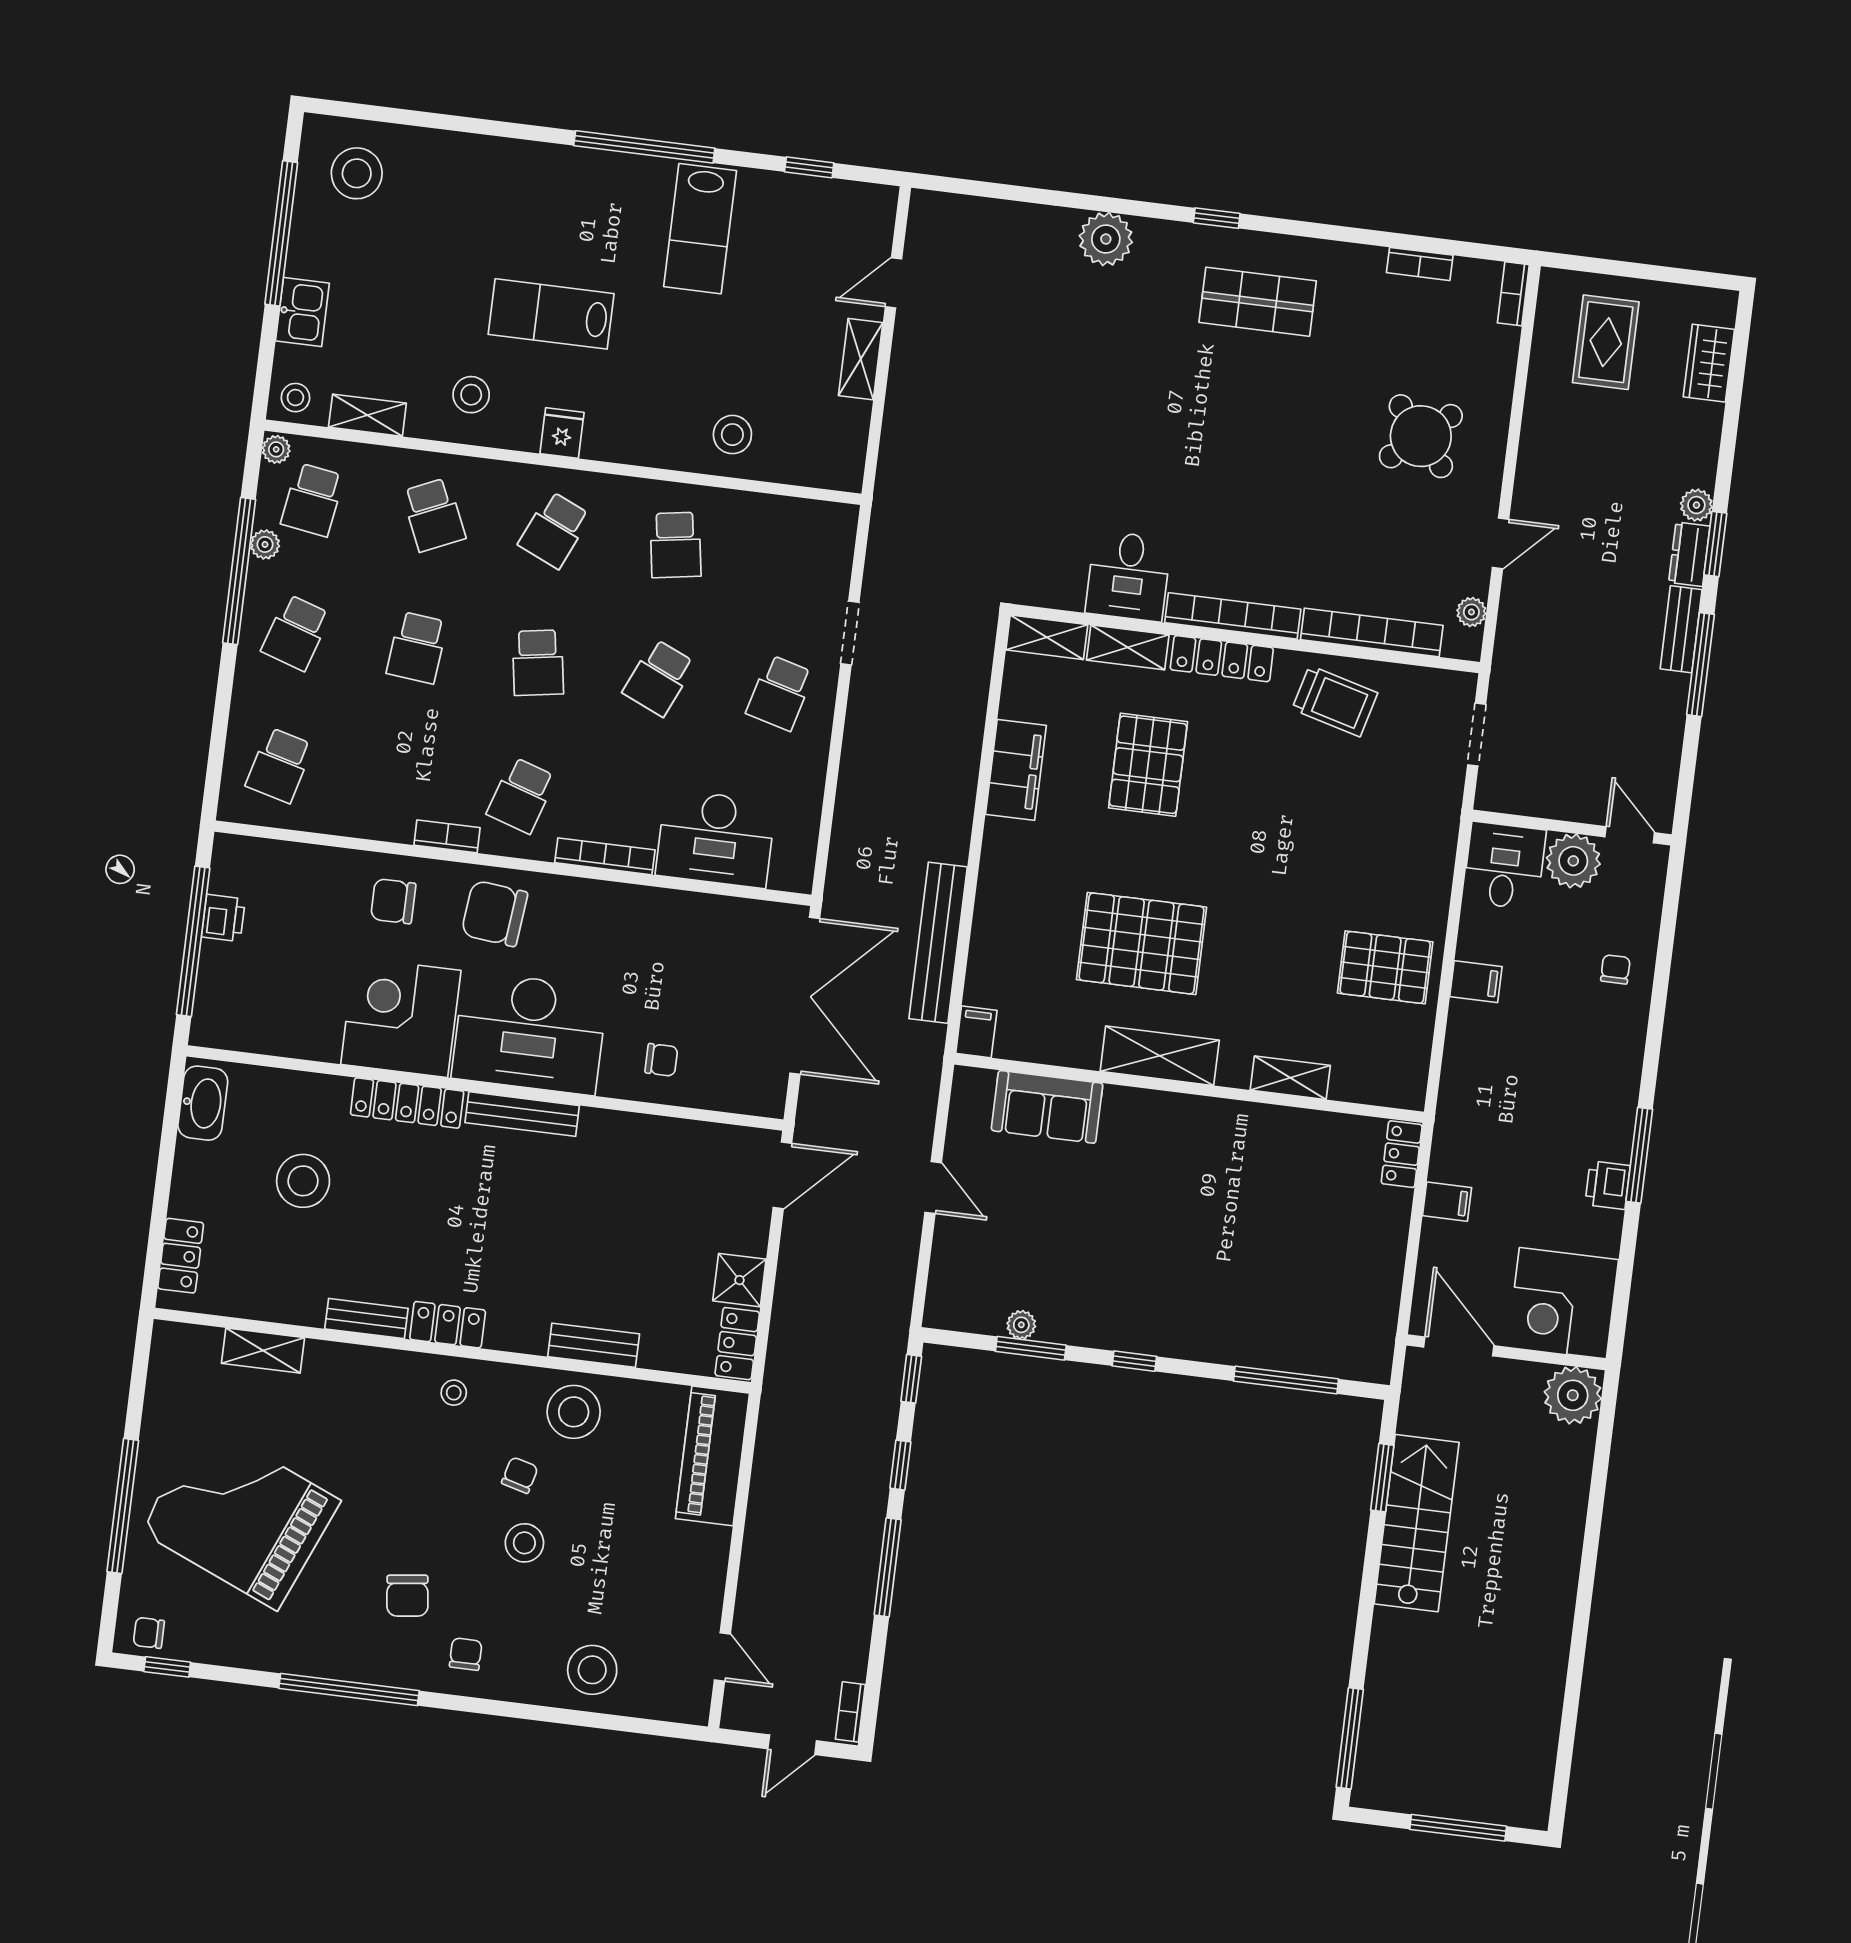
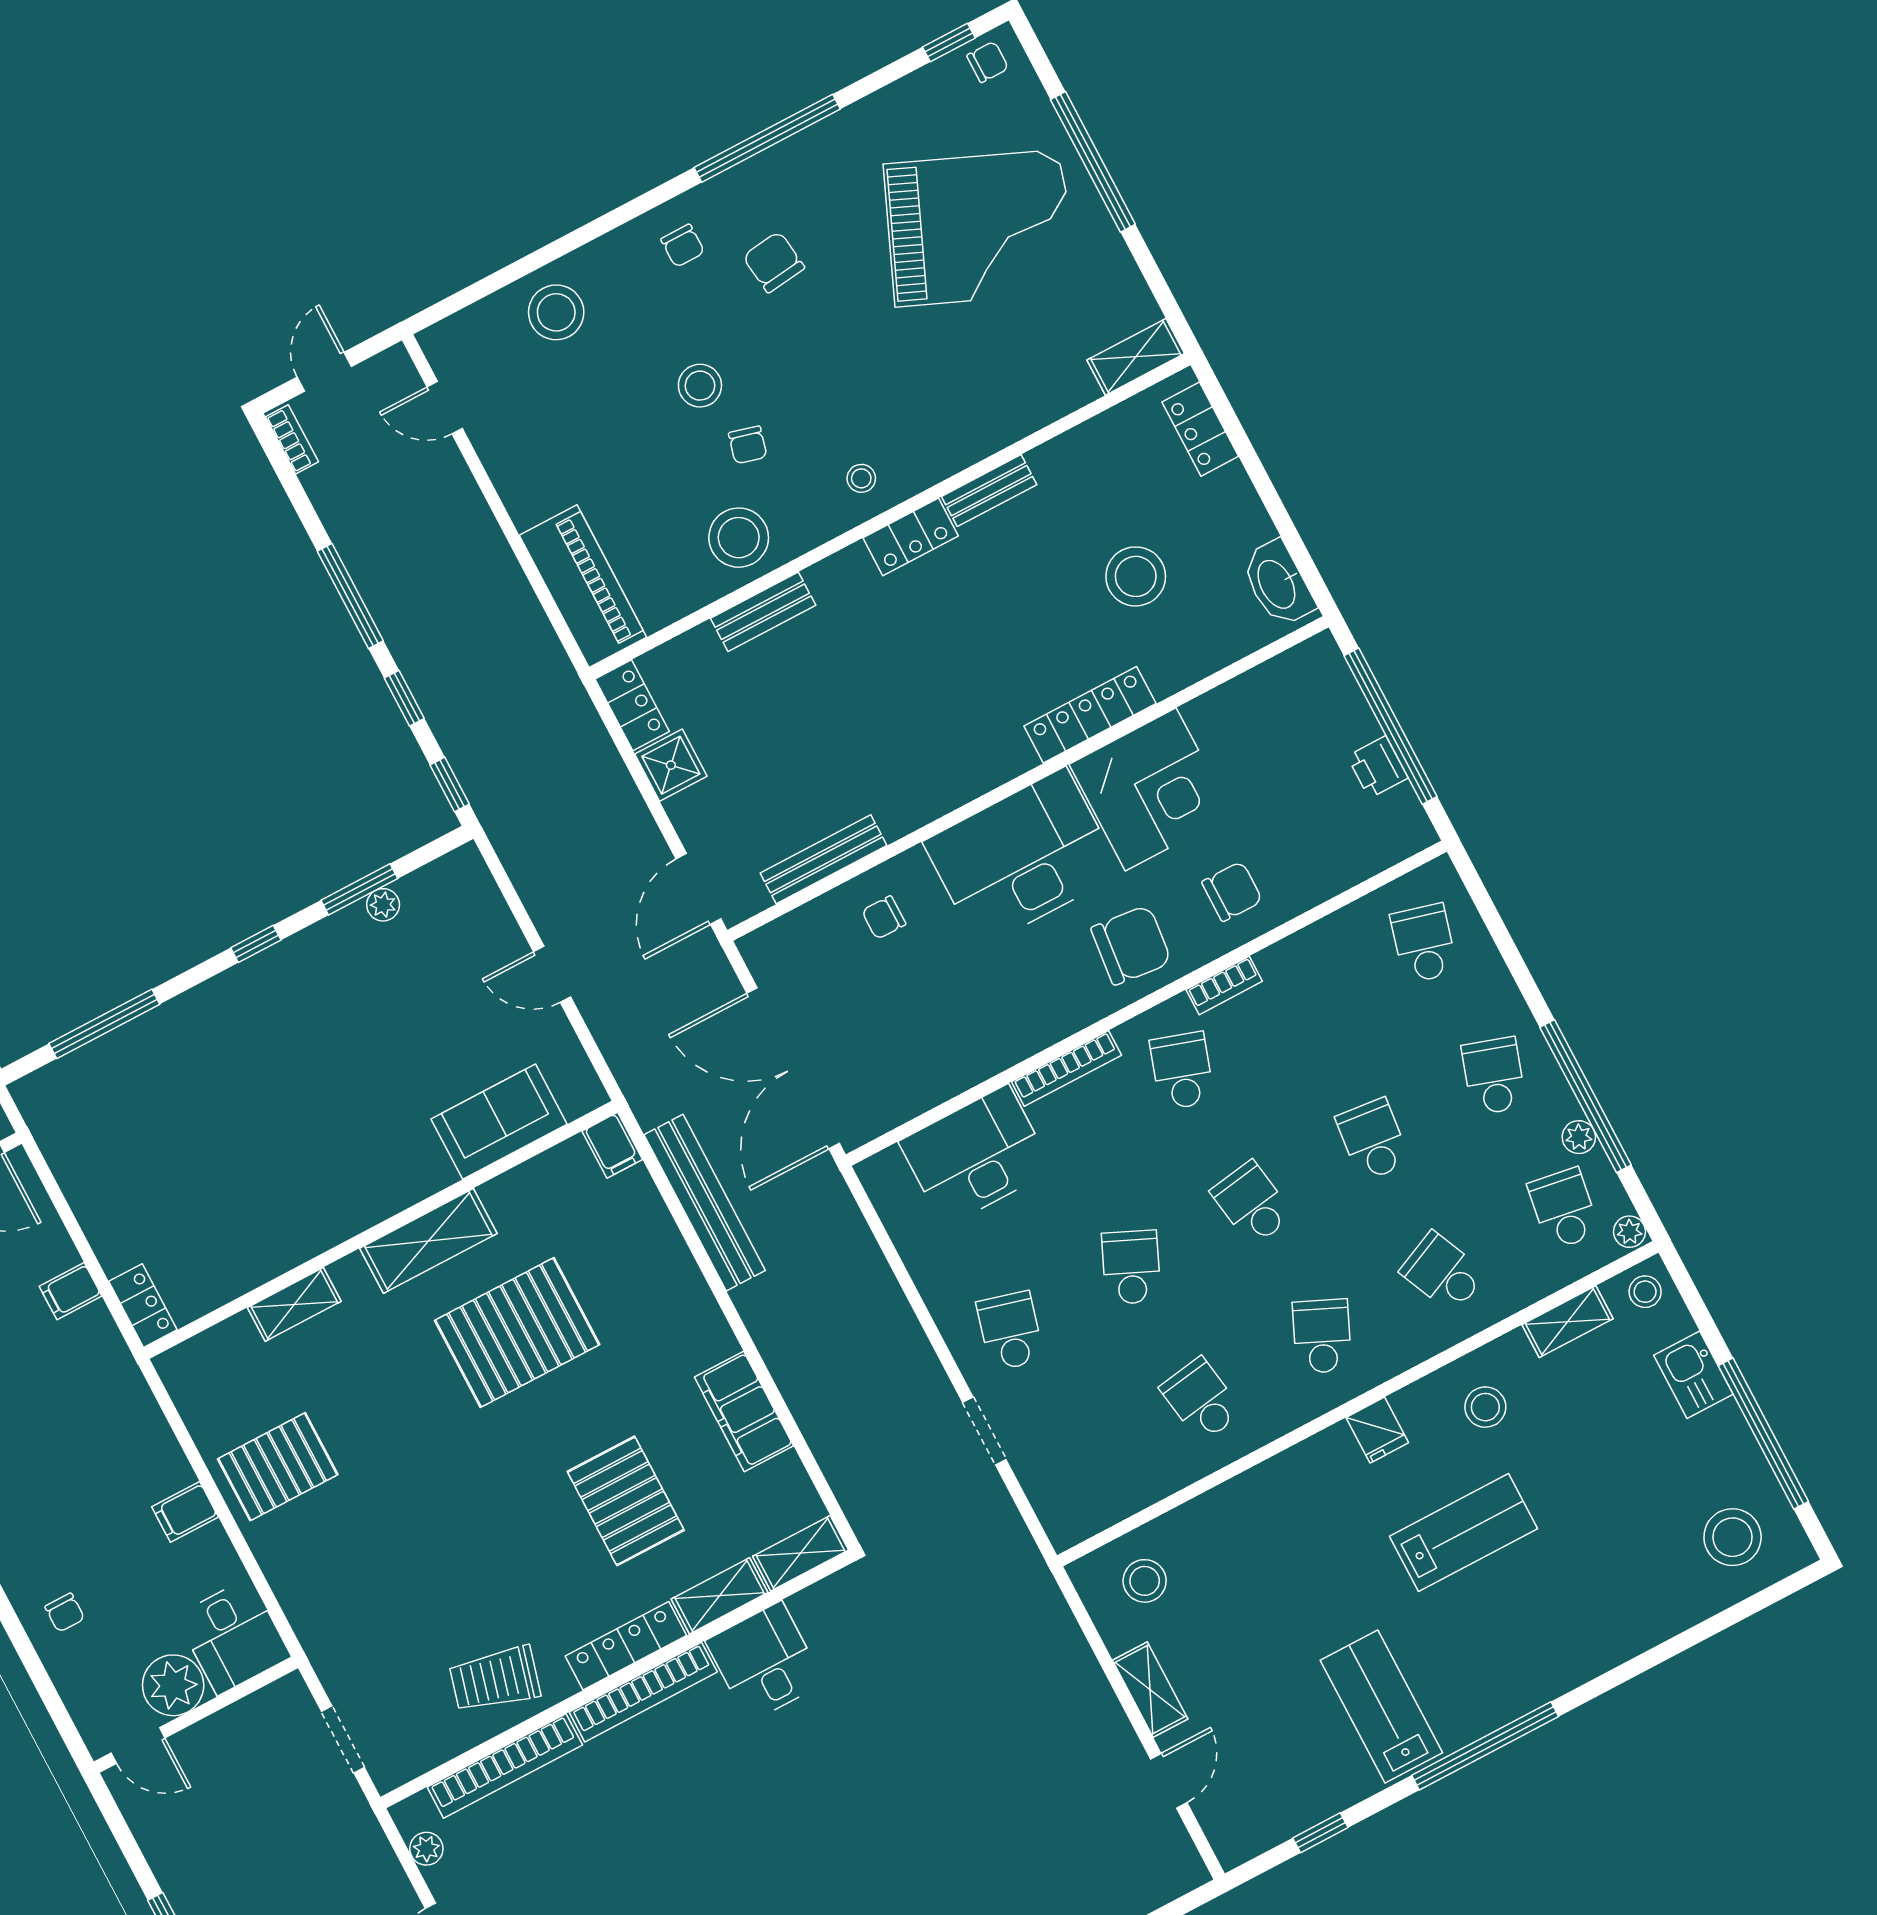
stool: (732, 435) -> (1145, 1581), moved
bench: (522, 1114) -> (824, 859), moved
shelving: (263, 1351) -> (1136, 357), moved

